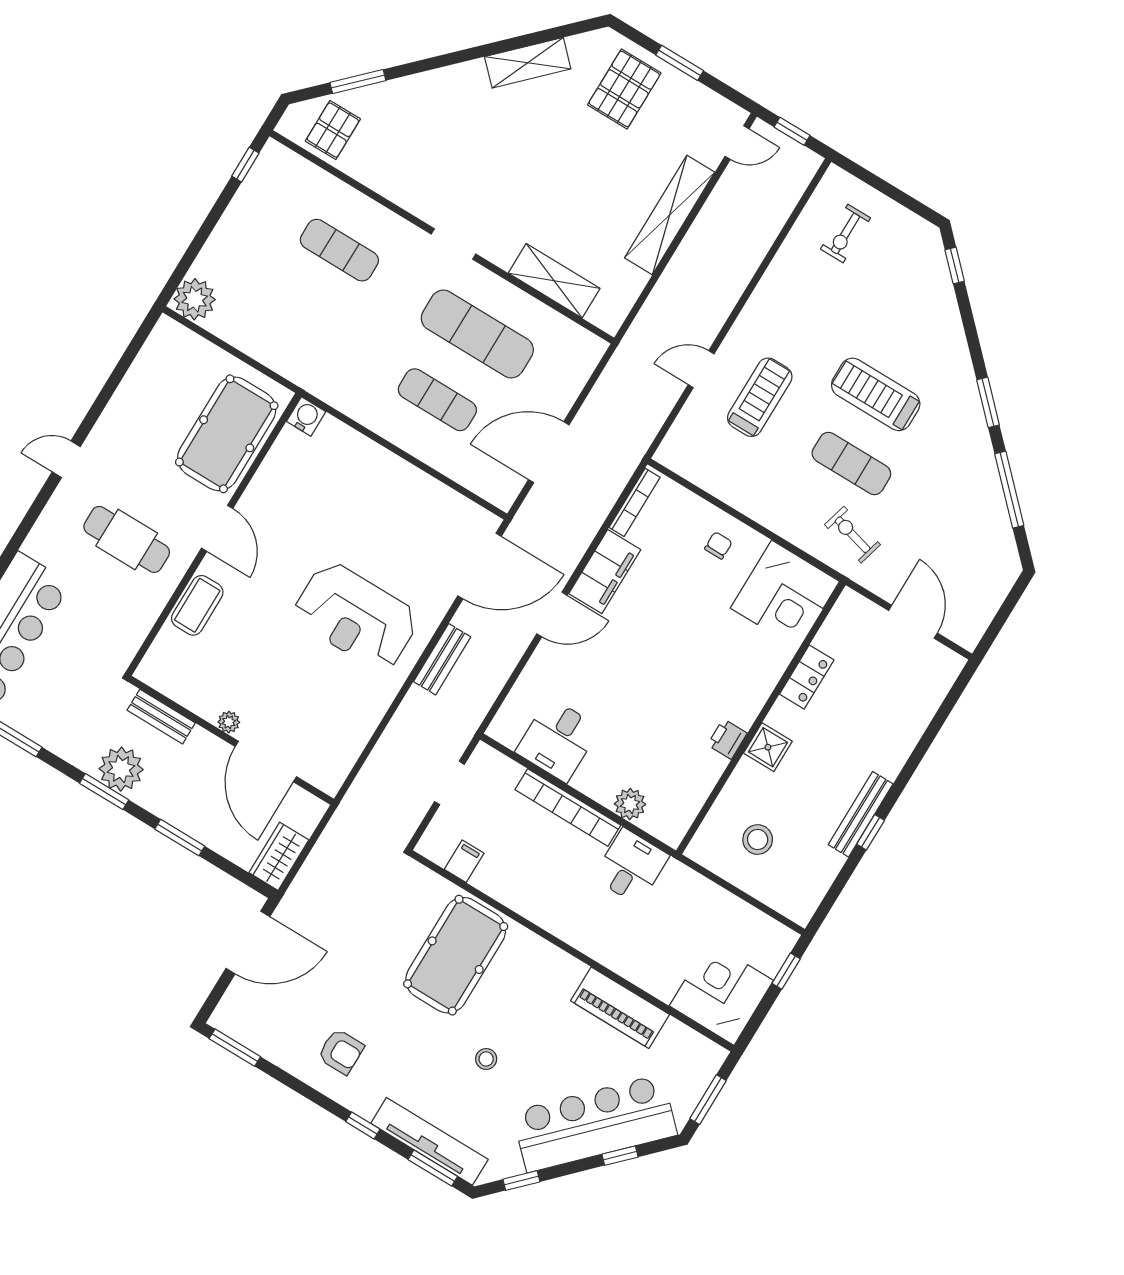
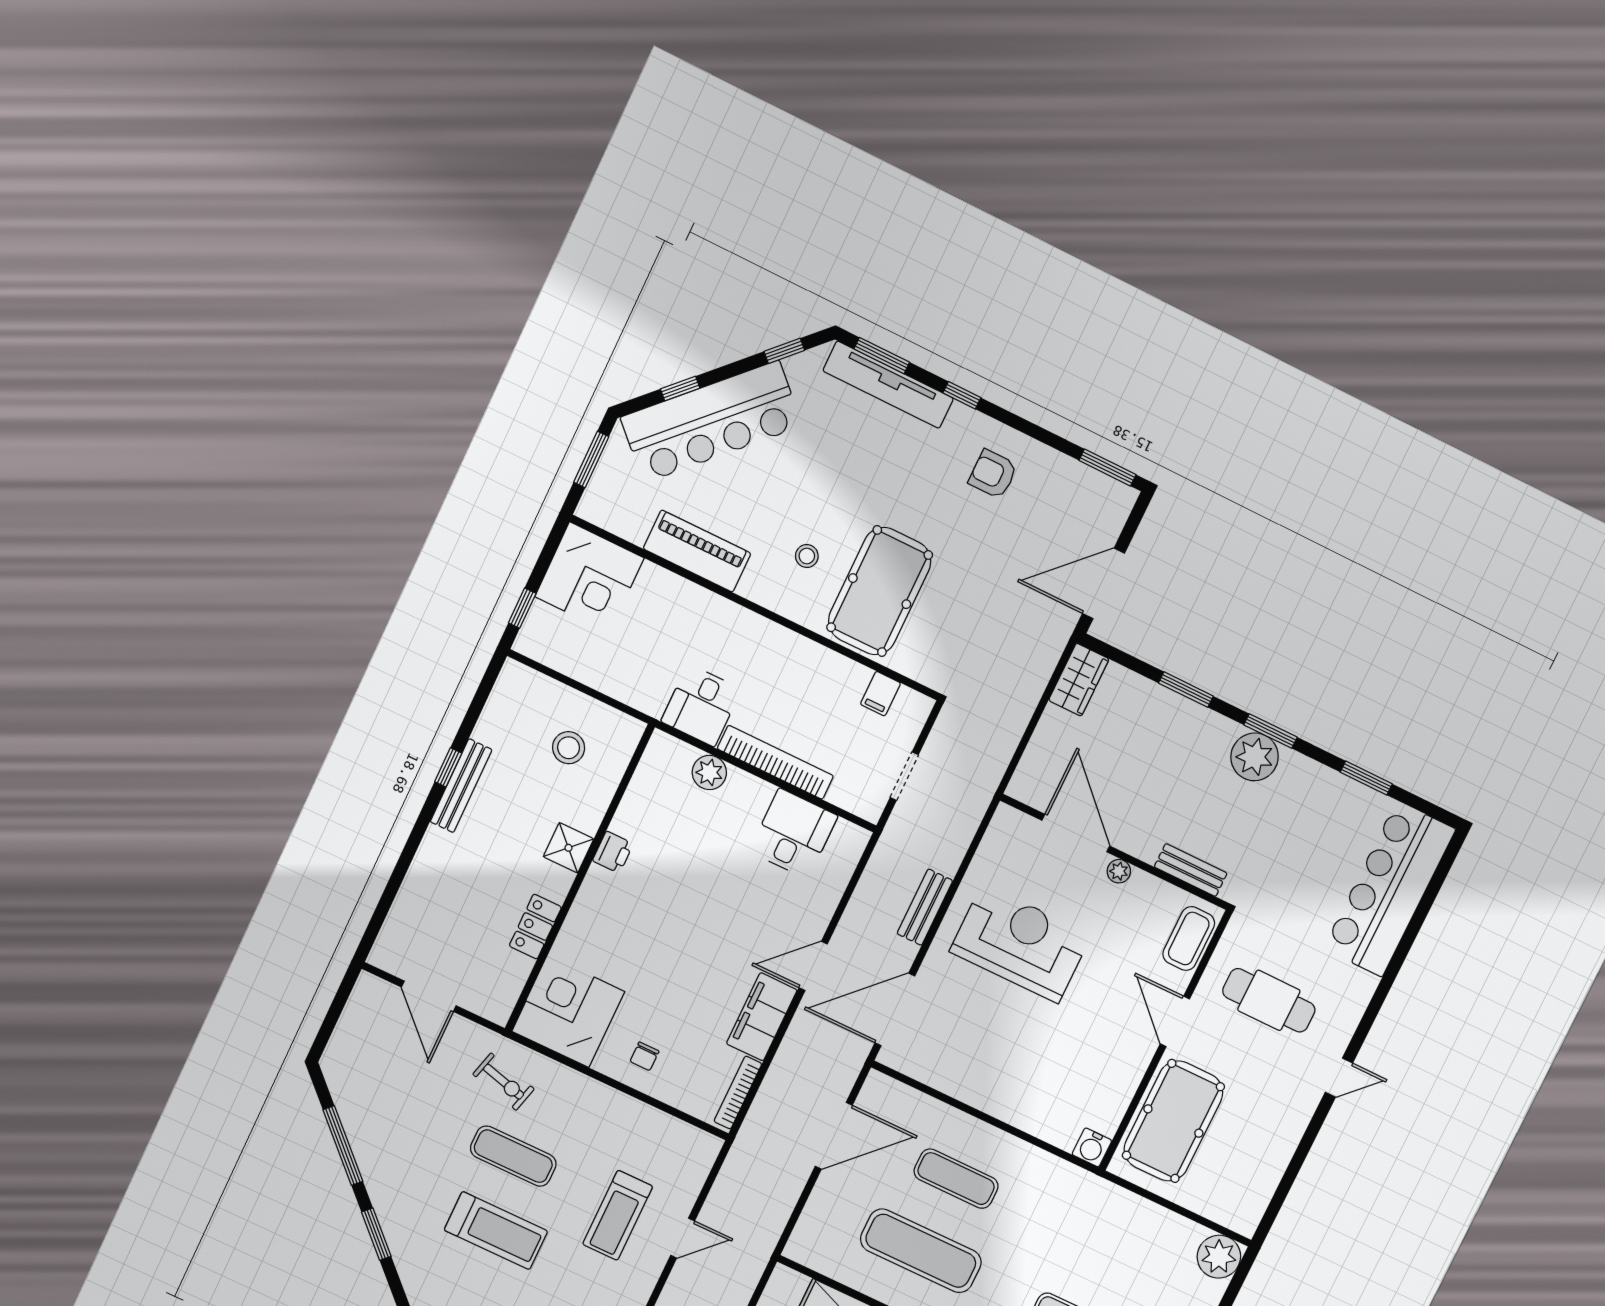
bench: (161, 717) -> (1191, 870), moved
plant: (229, 722) -> (1119, 871), moved
wall: (231, 740) -> (1115, 852), moved
door: (266, 762) -> (1076, 833), moved
stool: (486, 1059) -> (807, 556), moved

